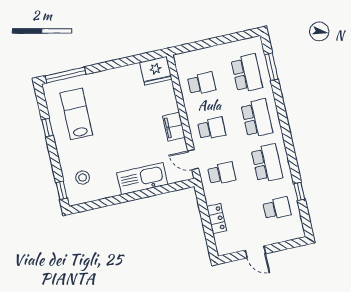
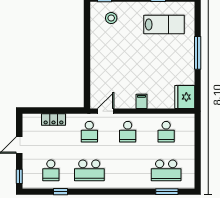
window: (66, 75) -> (198, 53), moved
school desk: (257, 118) -> (128, 170), removed
filing cabinet: (174, 127) -> (141, 101), width x0.50
kitchen sink: (142, 179) -> (99, 66), removed
window: (292, 244) -> (19, 176), added

